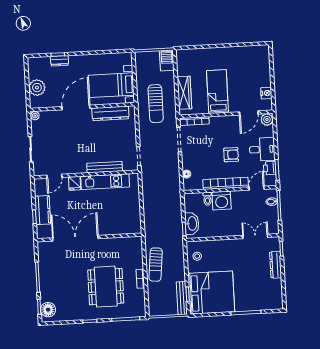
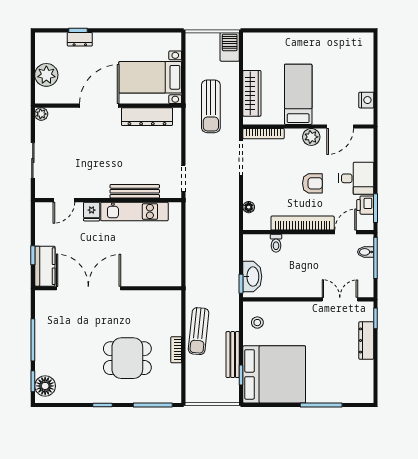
plant: (267, 119) -> (311, 137), moved
washing machine: (222, 201) -> (296, 247), removed
kitchen counter: (43, 210) -> (45, 266), moved
dining table: (106, 287) -> (127, 358), width x0.73
bench: (182, 298) -> (233, 355), moved

